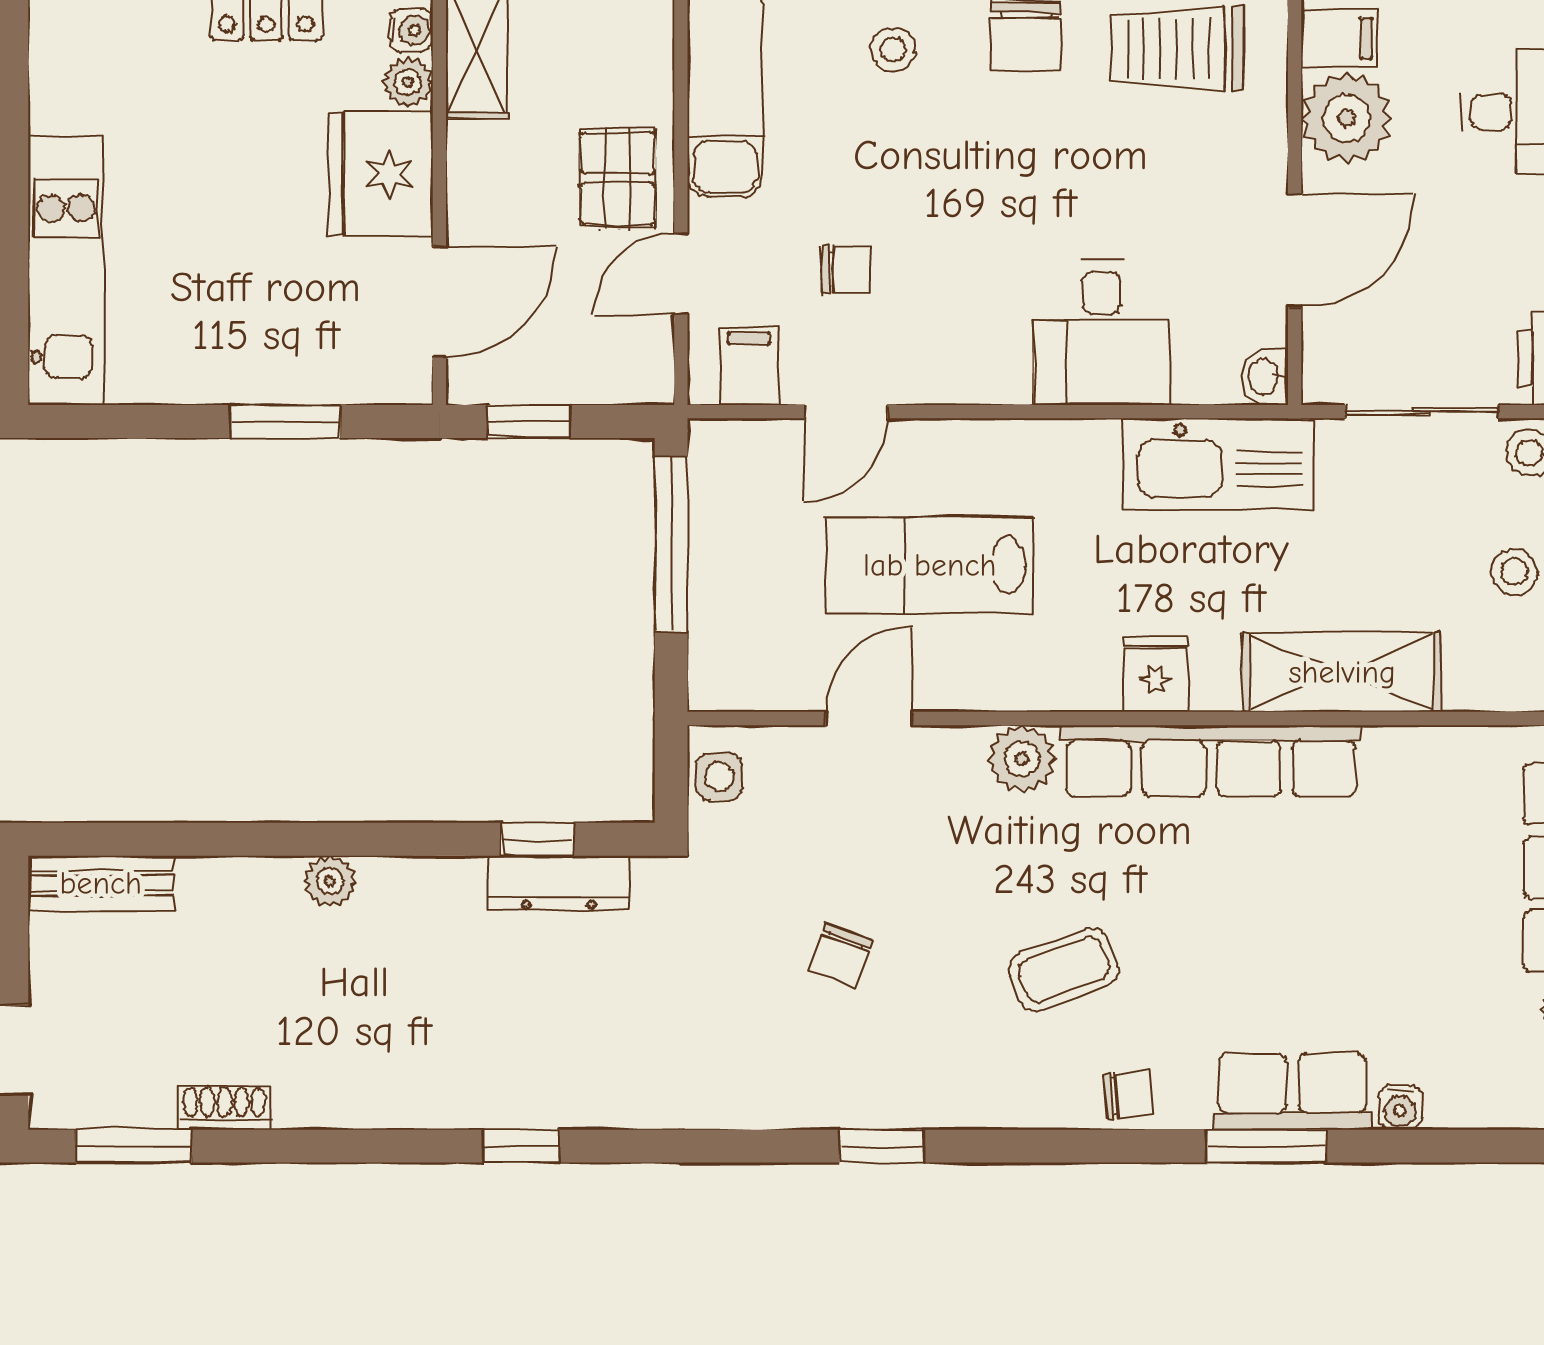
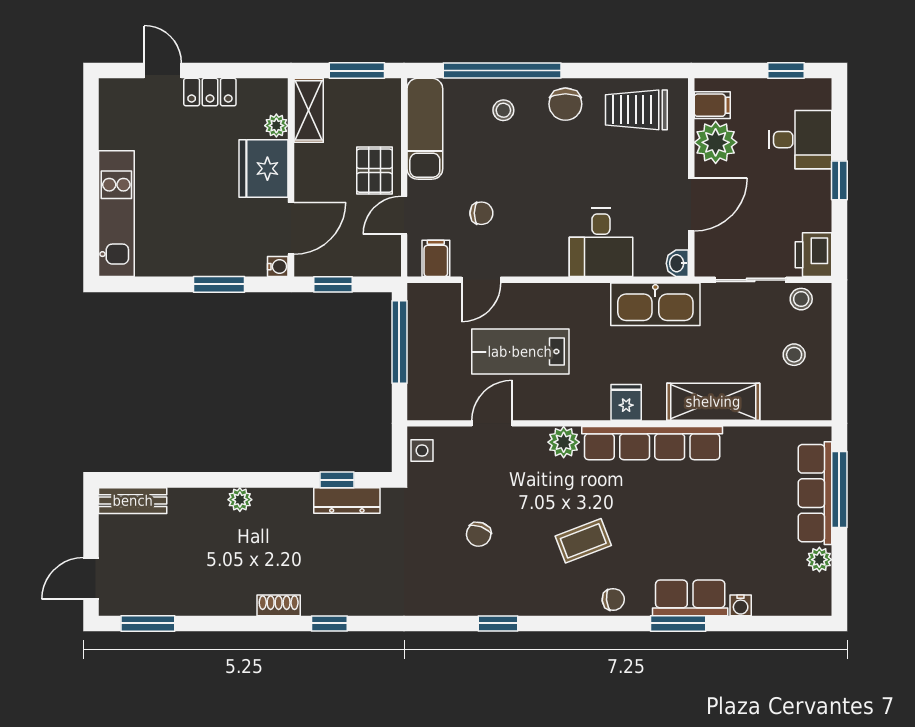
water cooler: (411, 30) -> (278, 267), moved
shoe rack: (225, 1107) -> (279, 605), moved

